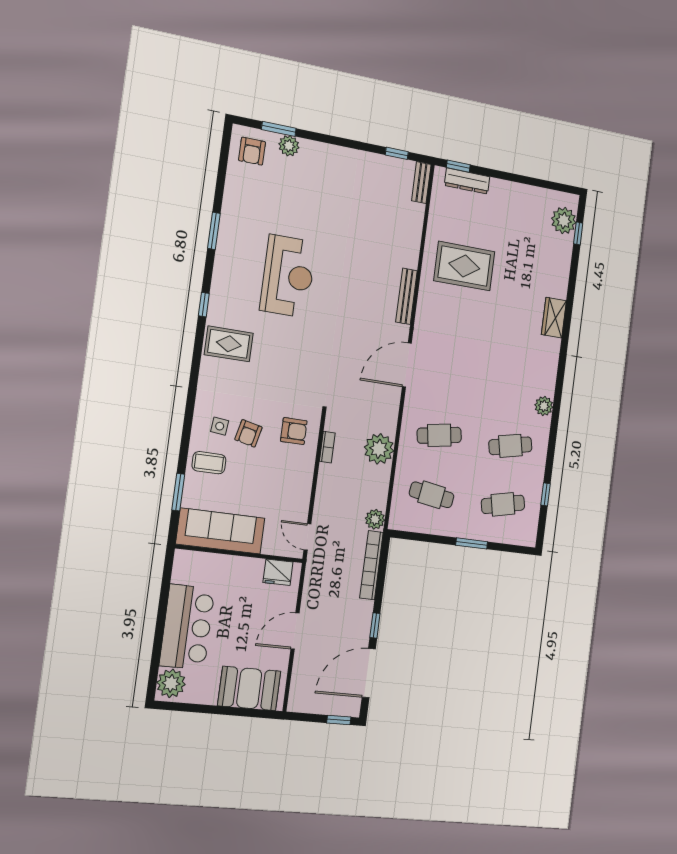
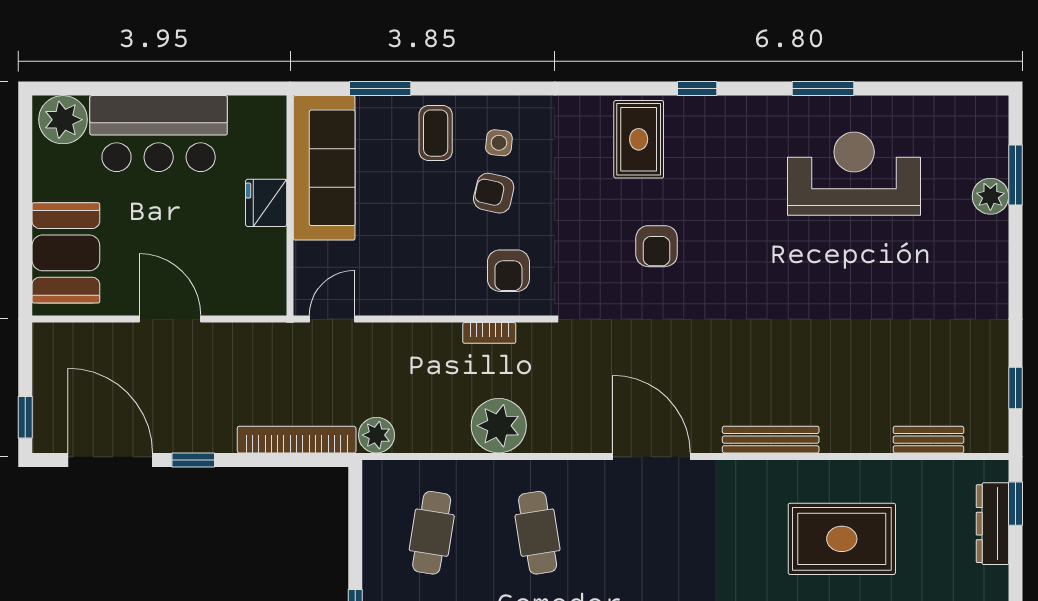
armchair: (252, 151) -> (657, 246), moved, turned -90
bench: (421, 183) -> (928, 440), moved
rug: (464, 266) -> (842, 539), turned 90
reception desk: (288, 276) -> (854, 174), moved, turned 180
fridge: (278, 572) -> (266, 203), moved

